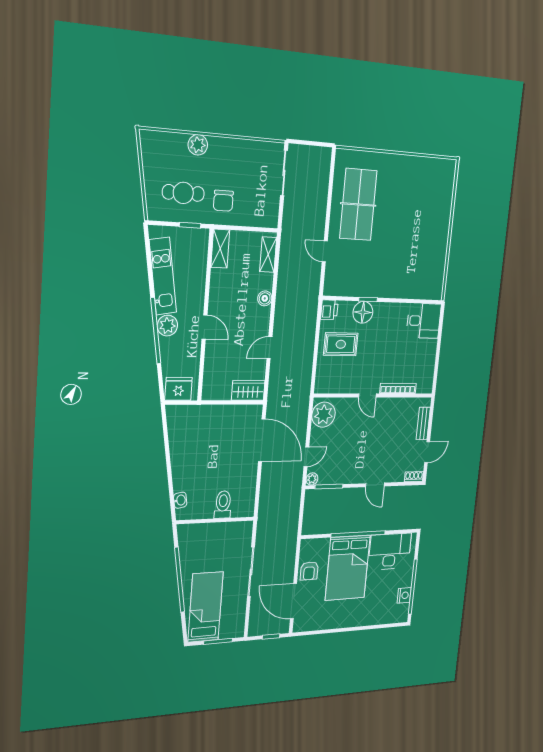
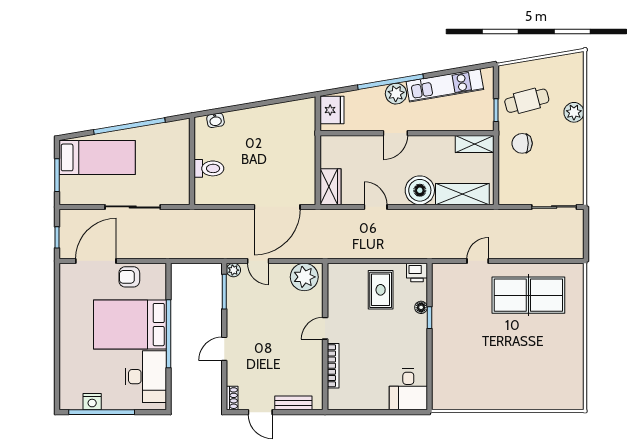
cafe table: (183, 193) -> (527, 101), turned 75
shelving: (268, 255) -> (462, 194), width x1.50, depth x1.33
boiler: (265, 298) -> (420, 190), width x1.86, depth x1.86
floor lamp: (363, 312) -> (421, 307), width x0.53, depth x0.53

